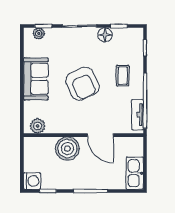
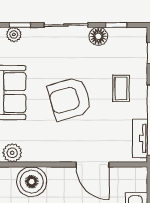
armchair: (82, 84) -> (70, 99), turned 98
boiler: (67, 149) -> (32, 182), moved

